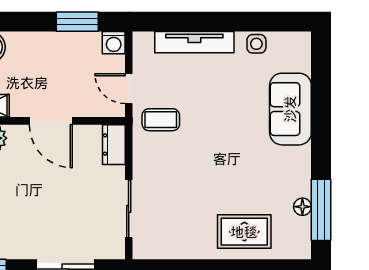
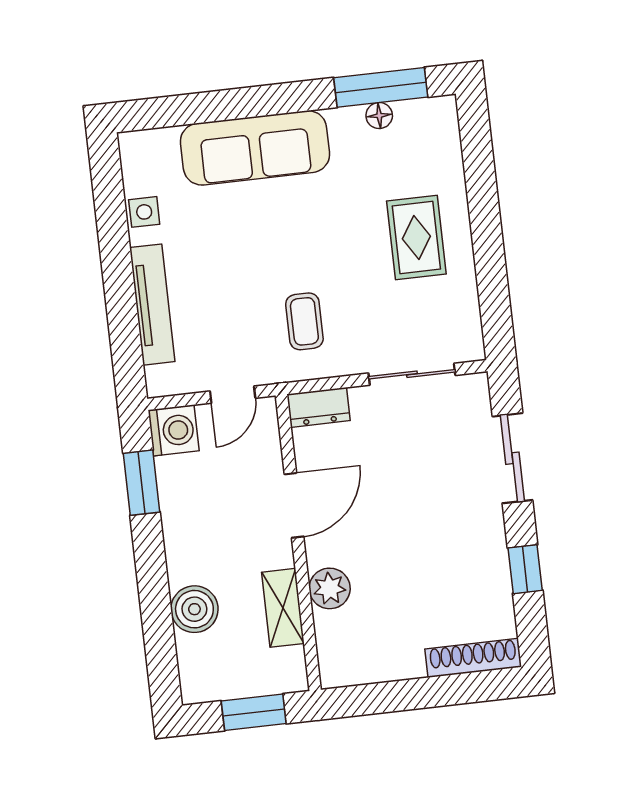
washing machine: (114, 43) -> (174, 431), width x1.38, depth x1.38
sofa: (290, 109) -> (255, 148), width x1.36
coffee table: (161, 120) -> (304, 321), moved
rug: (244, 232) -> (416, 238), moved

